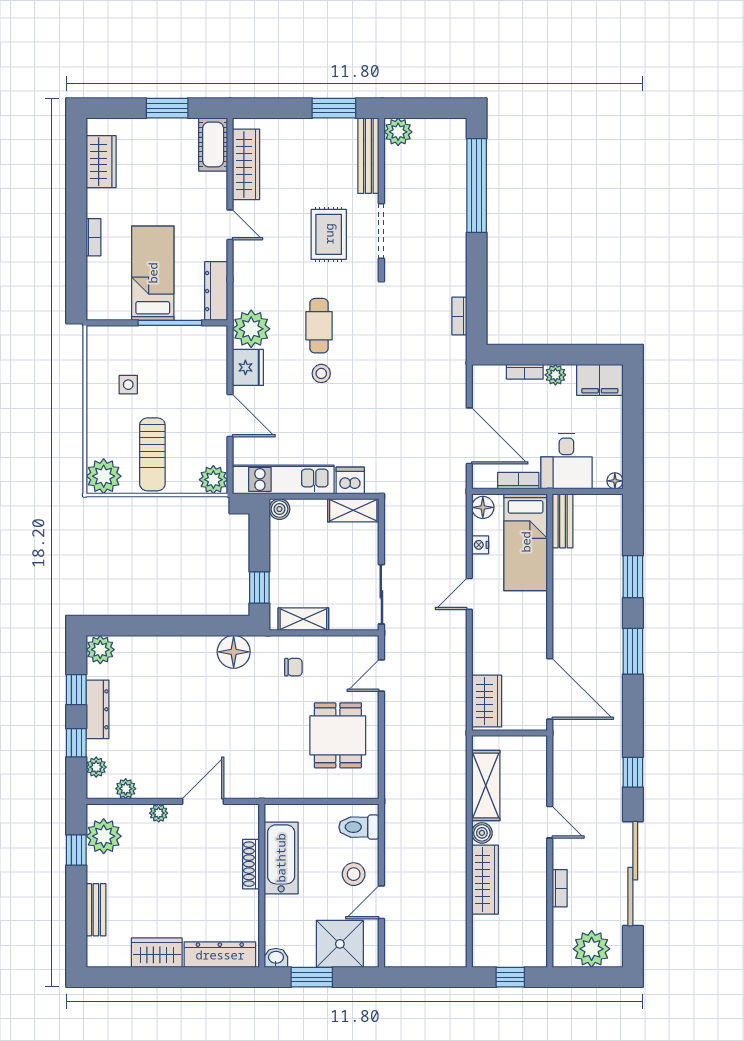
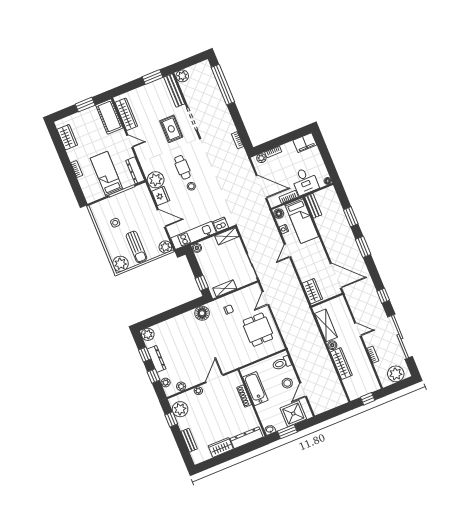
cot: (213, 145) -> (109, 116), width x1.37, depth x1.34
plant: (555, 375) -> (261, 158), moved

